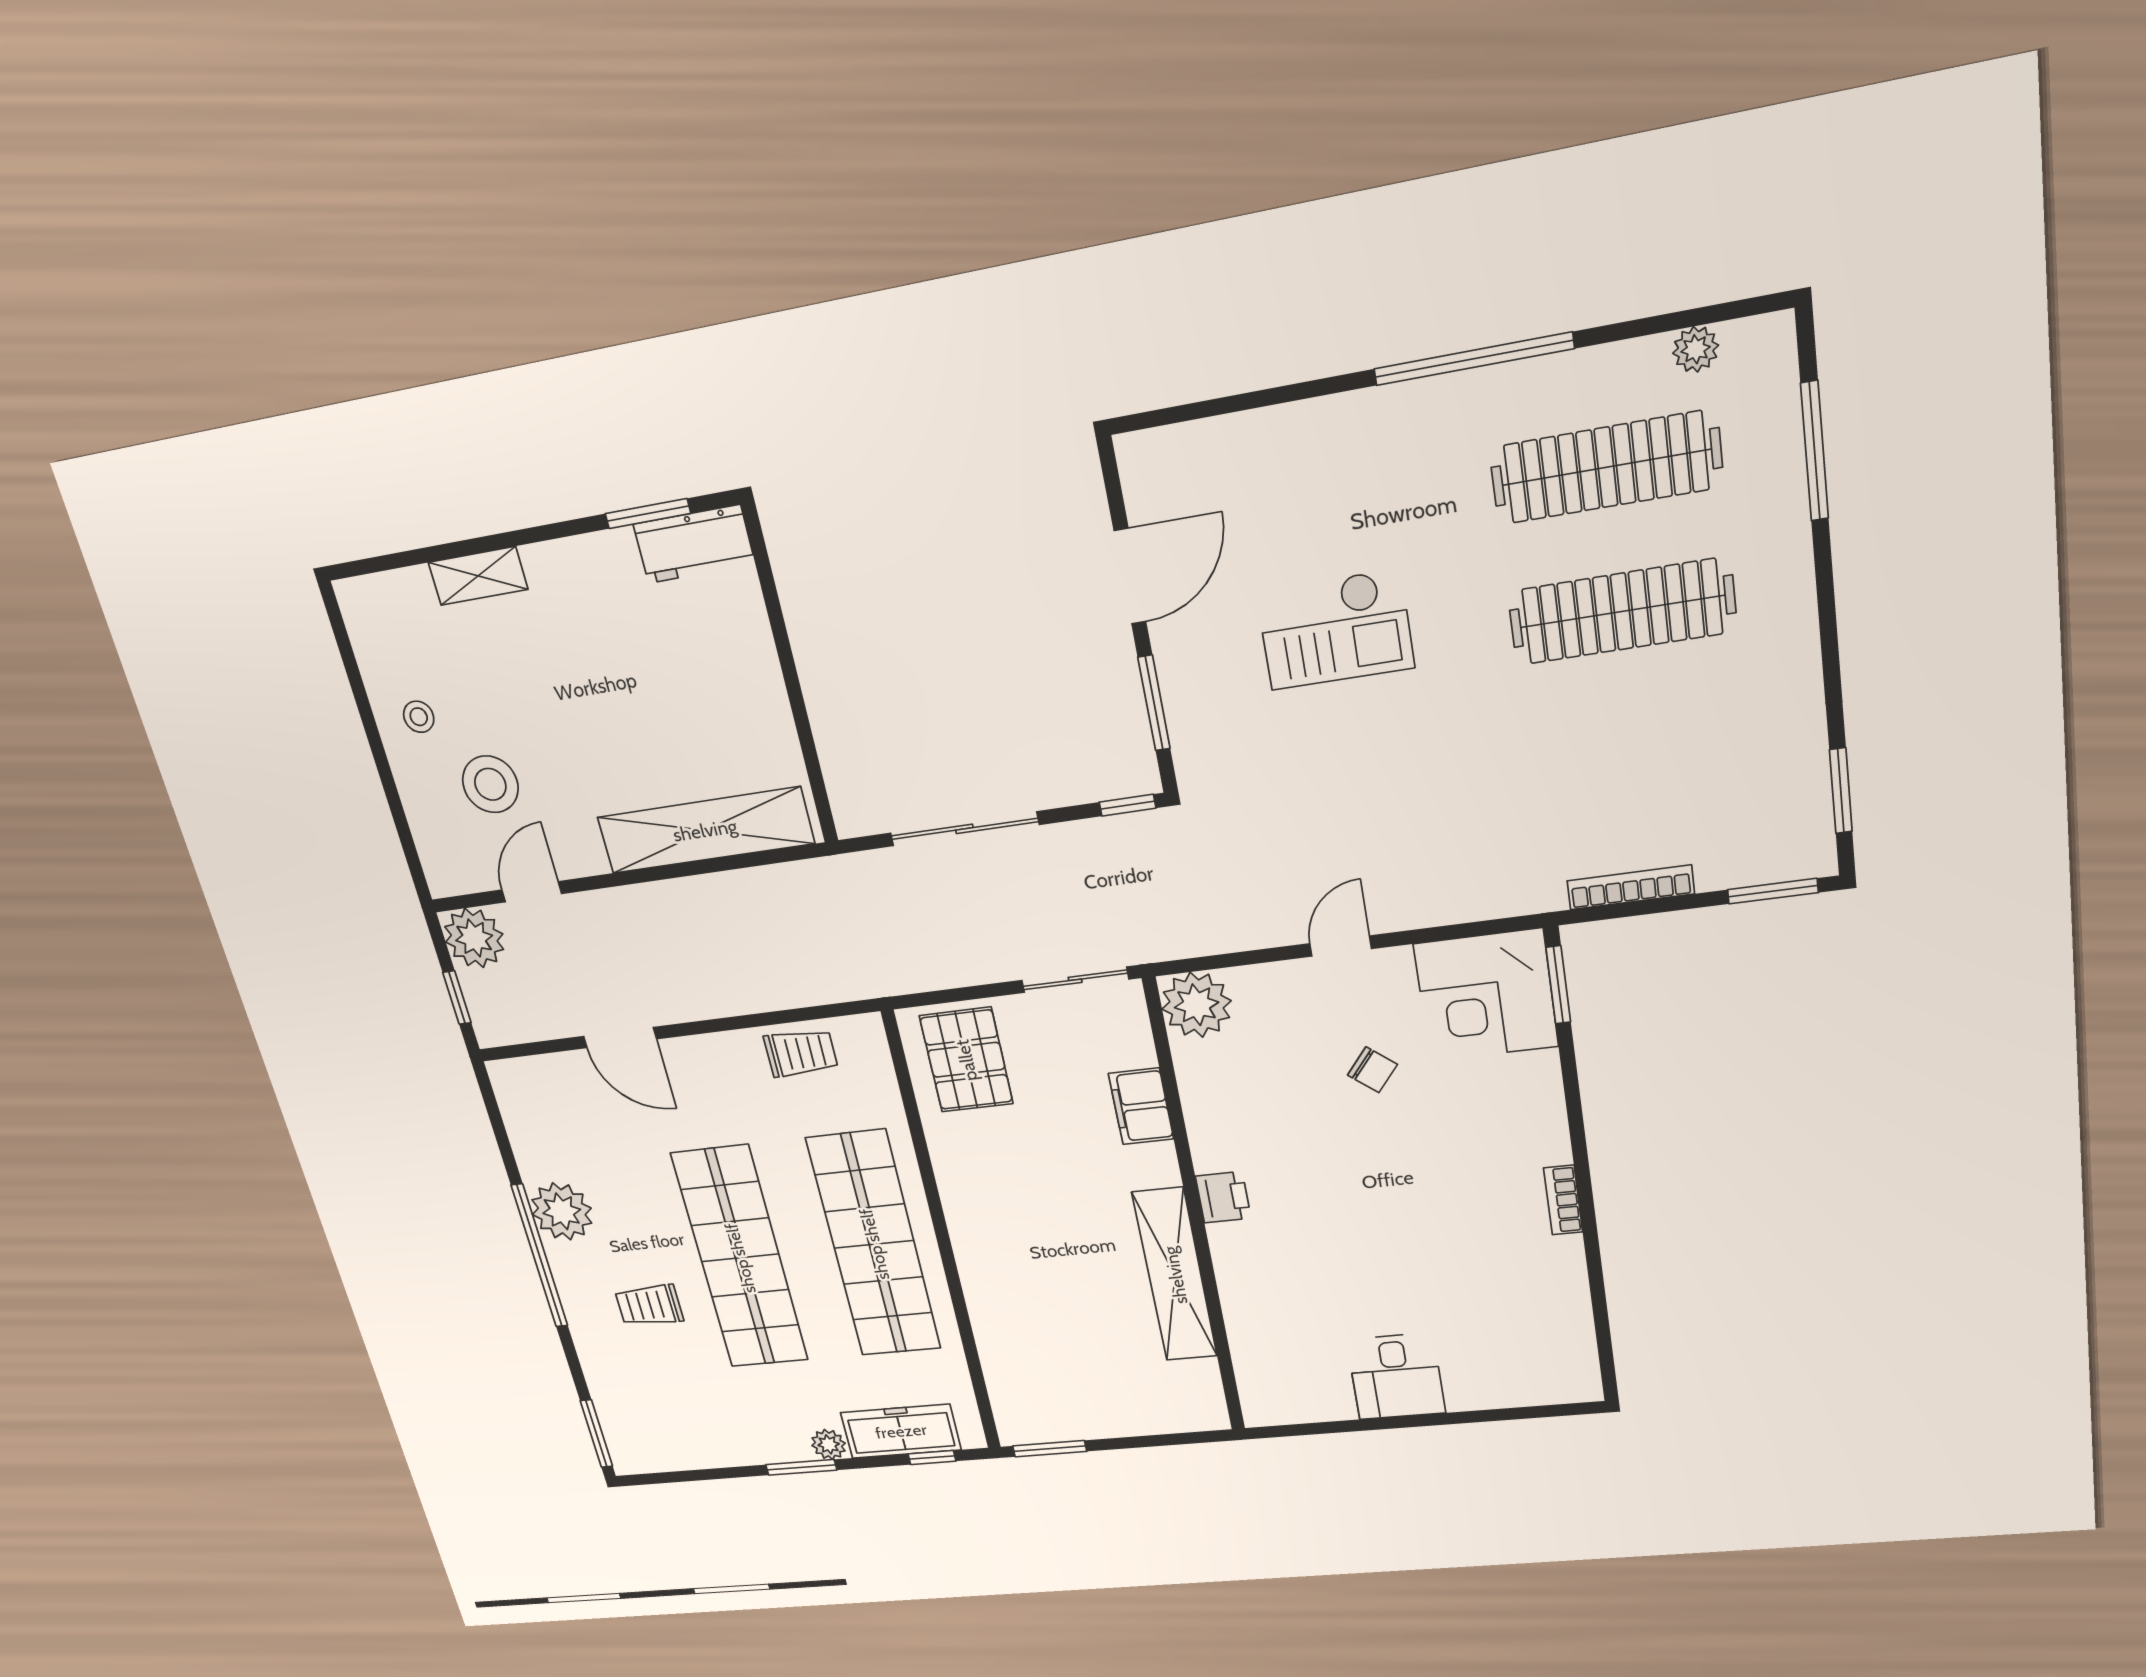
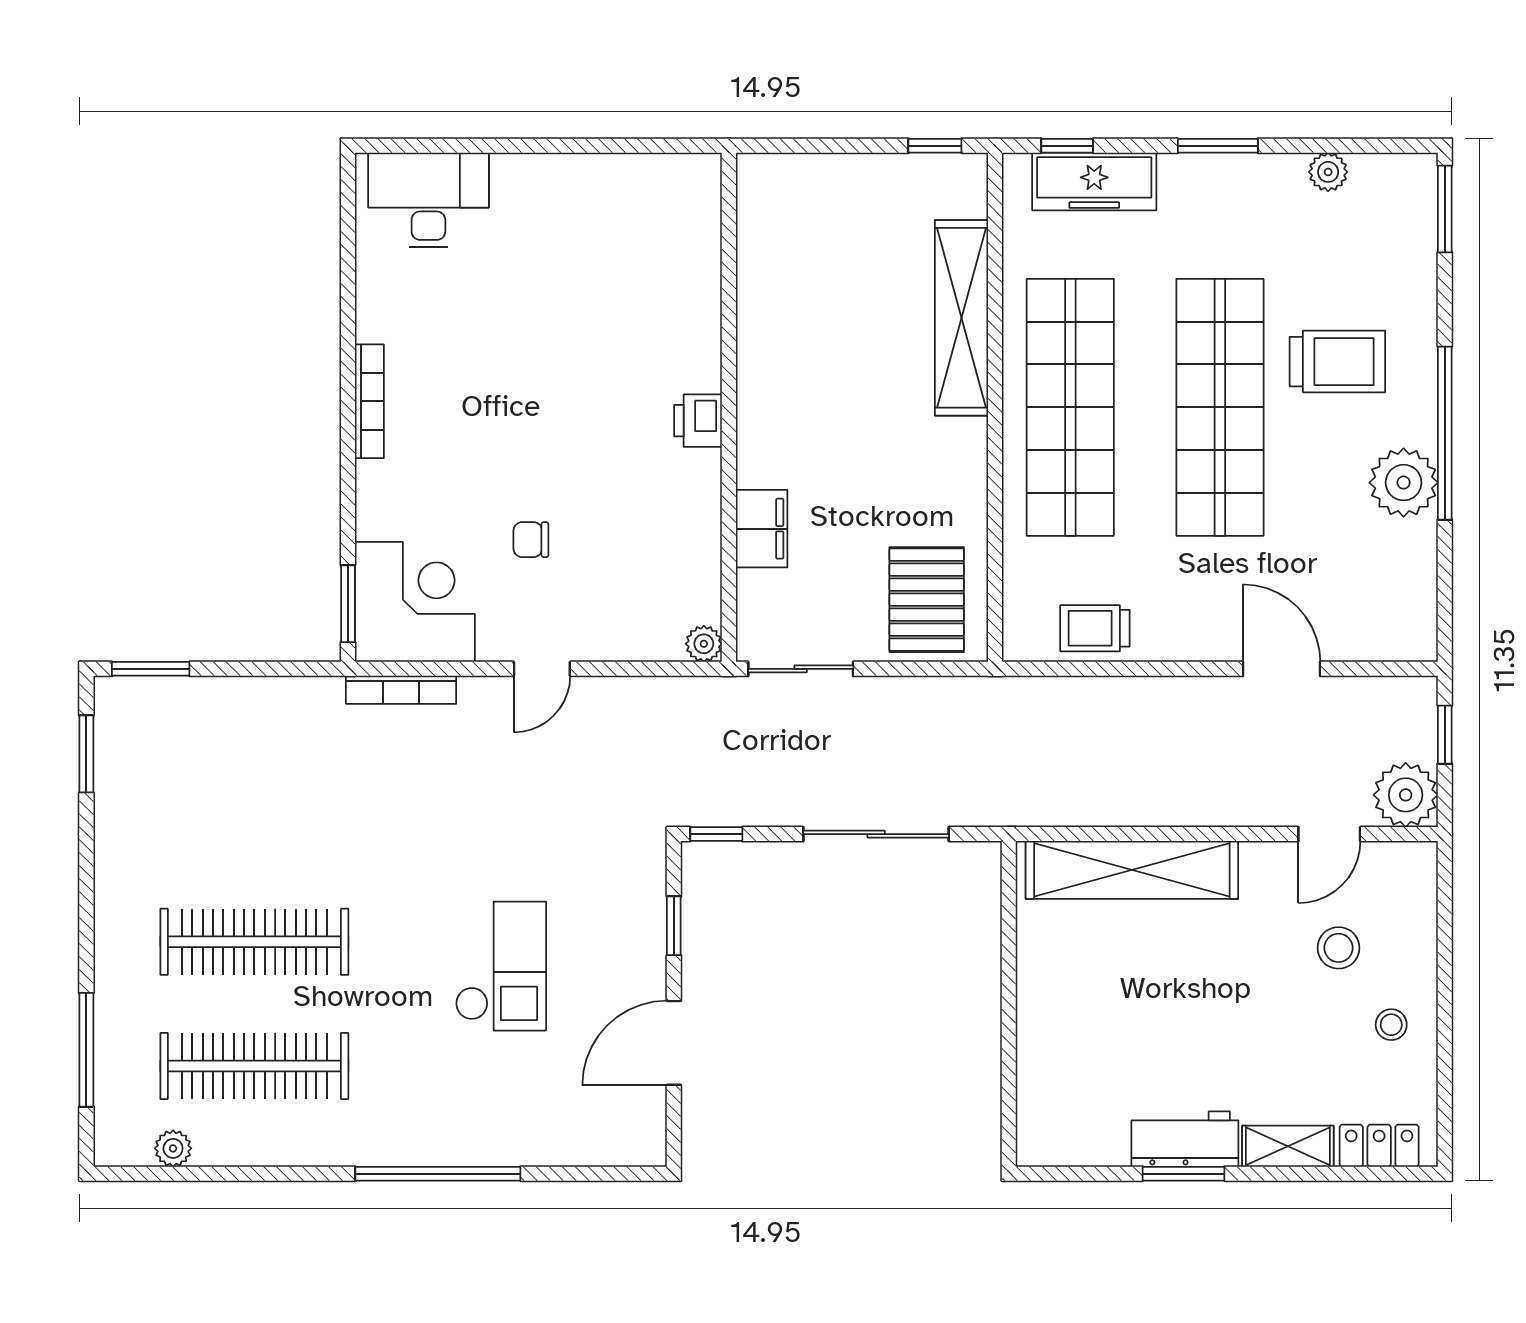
window: (1473, 359) -> (438, 1174), moved
window: (648, 514) -> (1183, 1174), moved
workbench: (694, 544) -> (1185, 1139), moved
locker: (392, 592) -> (1379, 1146), added
checkout: (1335, 630) -> (501, 966), turned 90
window: (1154, 703) -> (674, 926), width x0.67
stool: (490, 784) -> (1338, 948), width x0.73, depth x0.73
bookcase: (1631, 887) -> (401, 690), moved
plant: (1197, 1005) -> (704, 644), width x0.53, depth x0.53
chair: (1372, 1070) -> (531, 540), turned -39
bookcase: (1563, 1200) -> (369, 401), width x1.56
shelving: (1175, 1275) -> (962, 318), moved
trolley: (649, 1305) -> (1337, 362), width x1.36, depth x1.39
desk: (1396, 1376) -> (428, 200), moved, width x1.37
plant: (829, 1444) -> (1328, 172), moved
window: (1050, 1449) -> (935, 146), width x0.67

